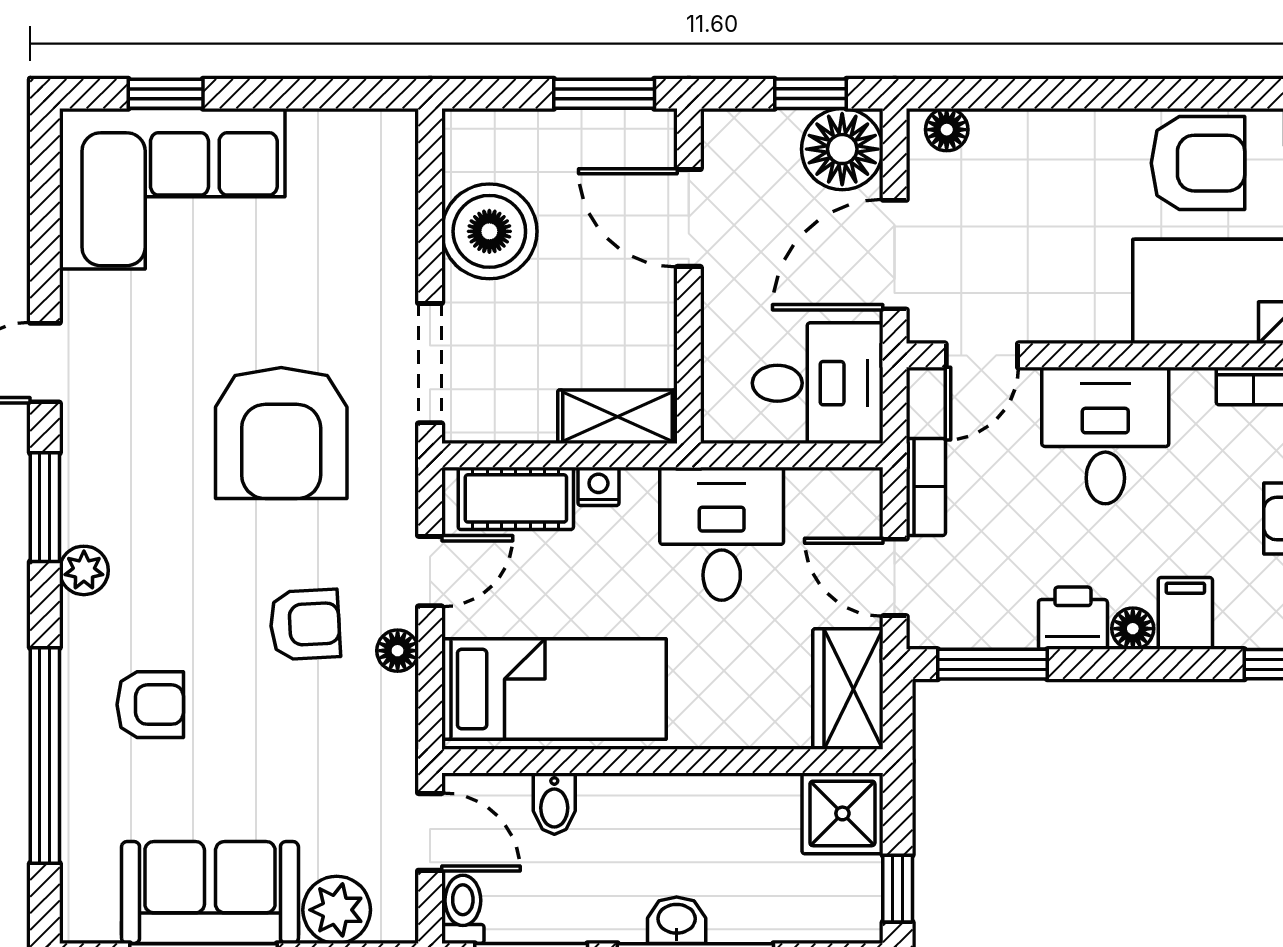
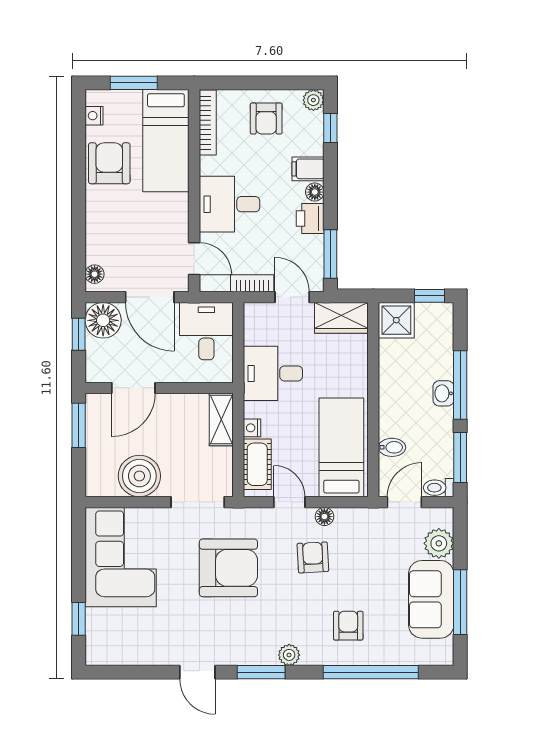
corner sofa: (172, 189) -> (121, 557), moved
door: (895, 577) -> (292, 297), swing flipped

